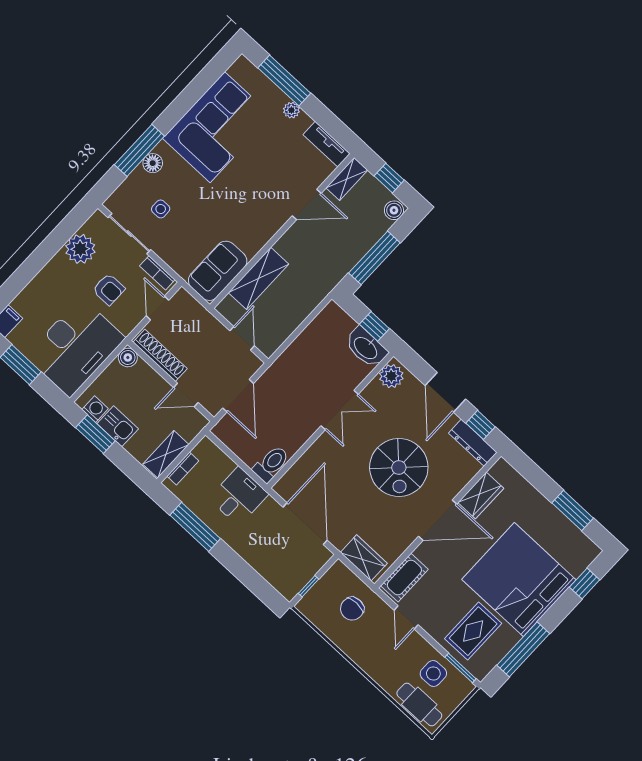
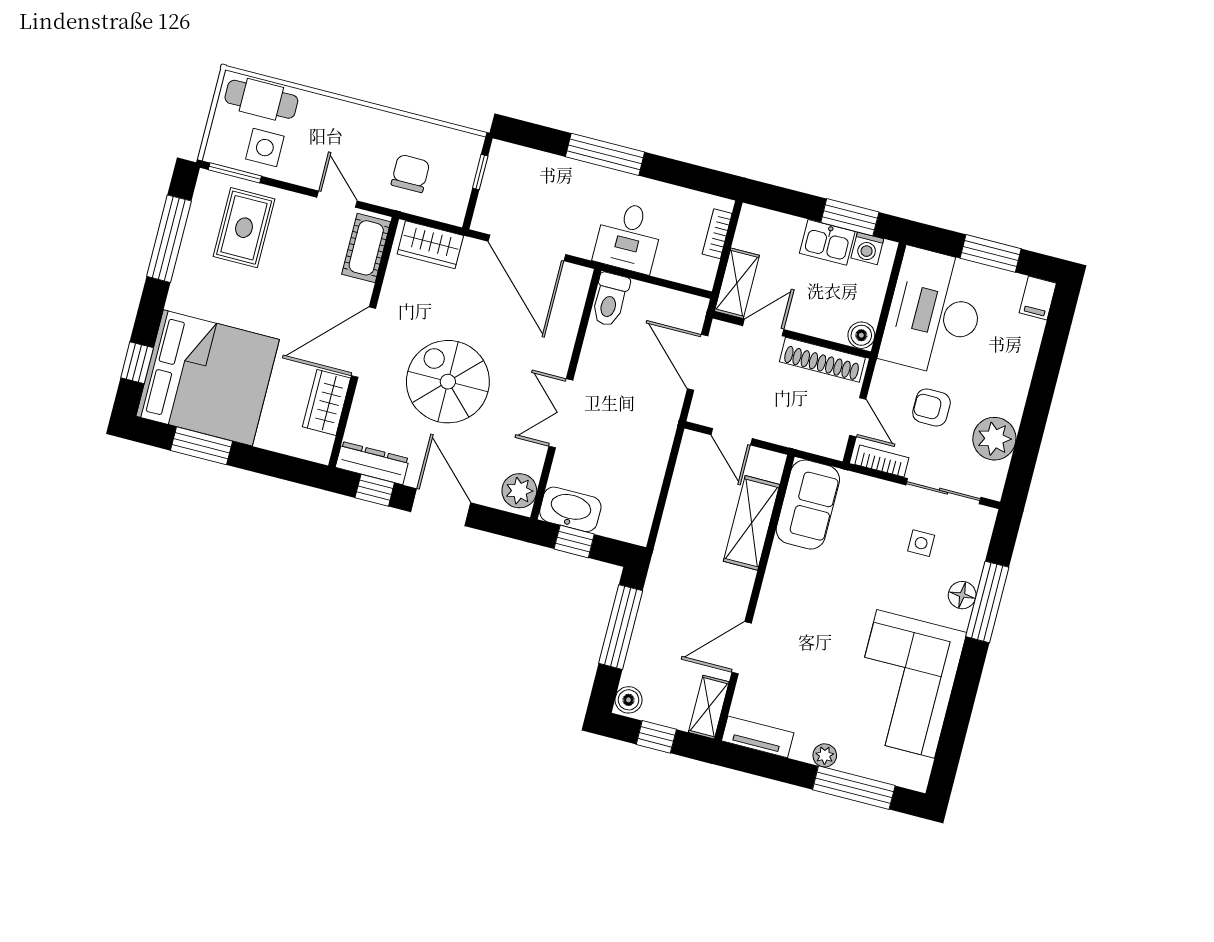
shelving: (166, 454) -> (737, 283), moved
window: (195, 527) -> (605, 154), moved
bed: (519, 580) -> (208, 378), moved

